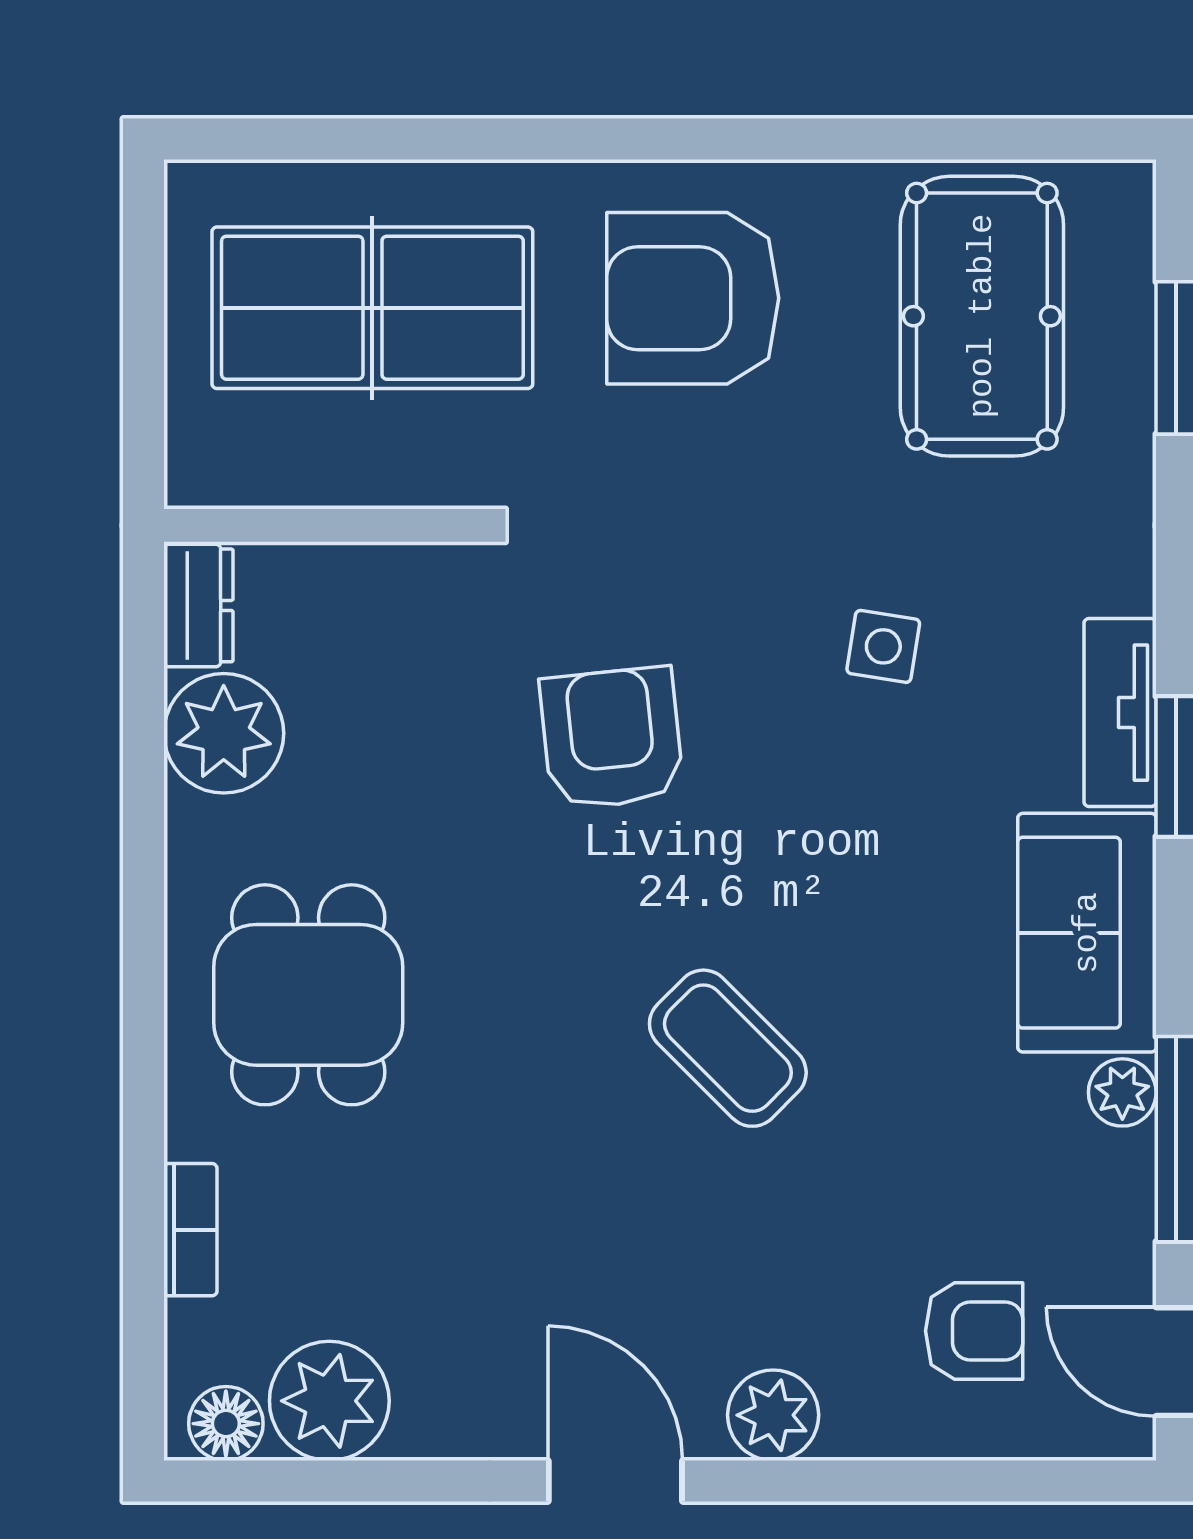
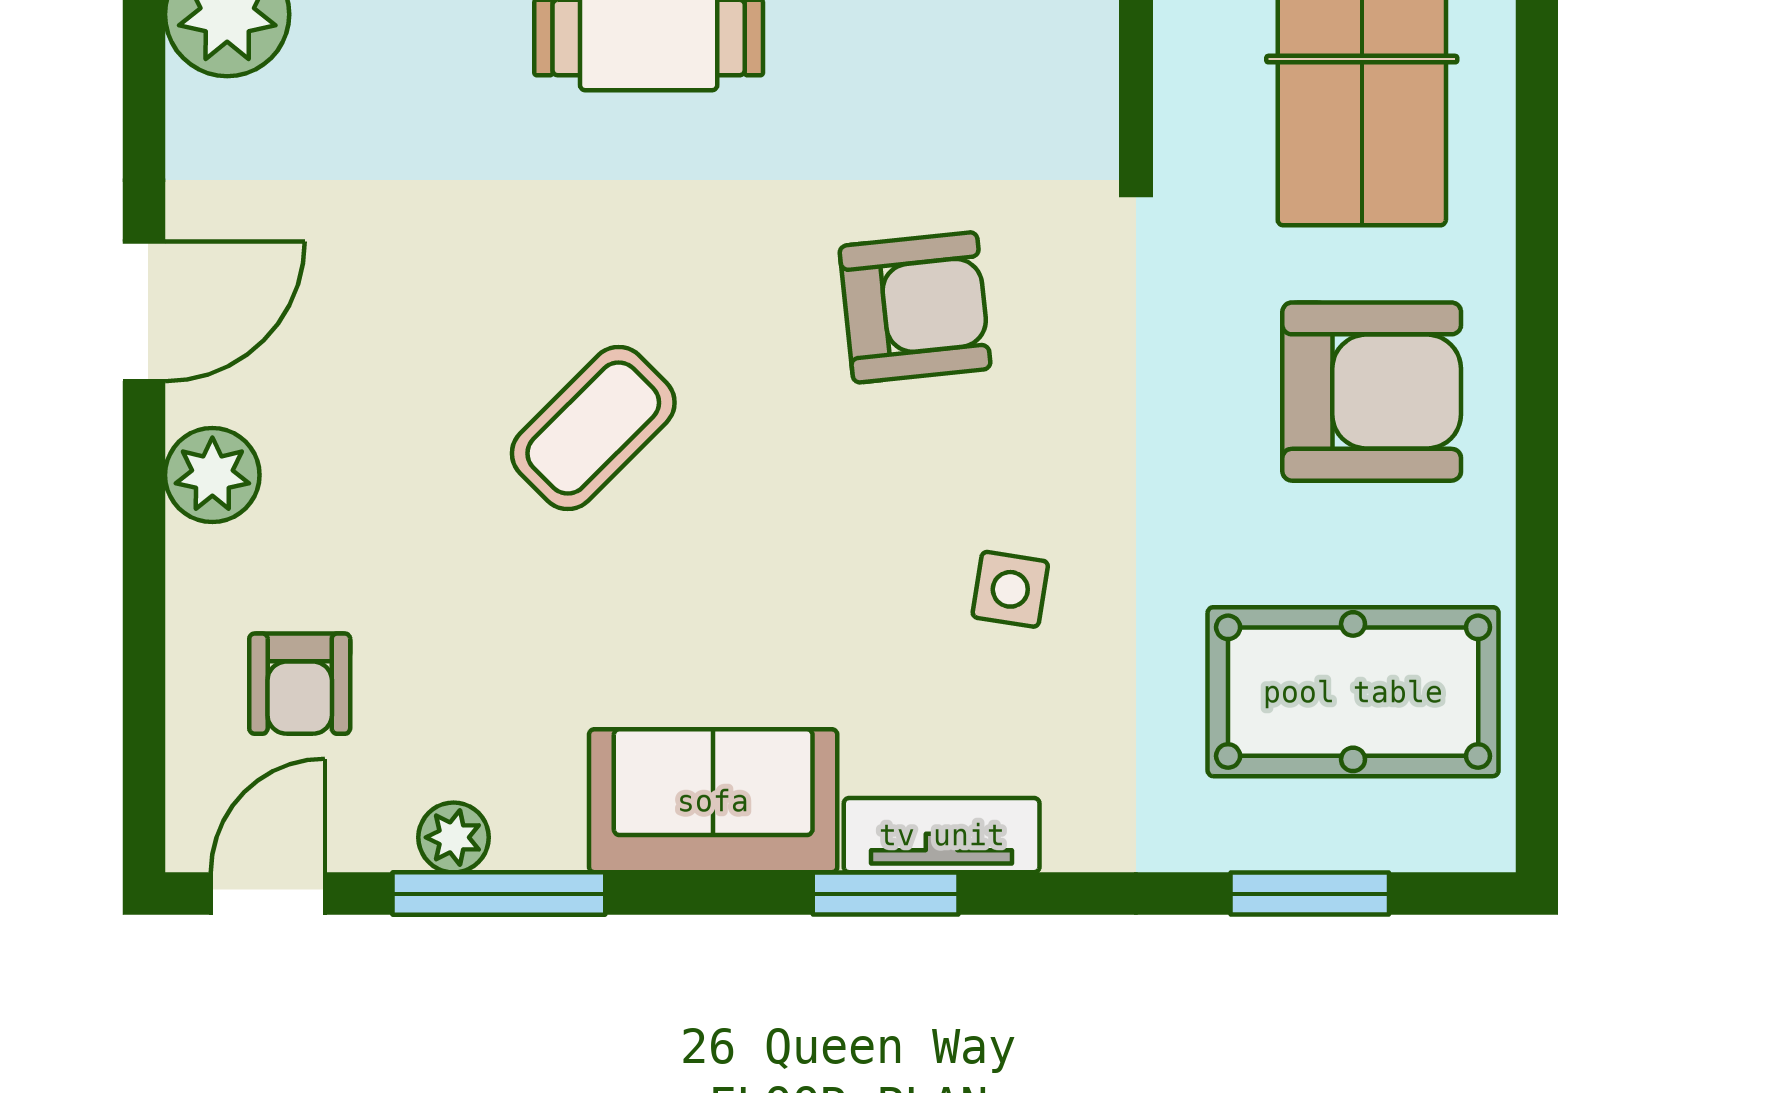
armchair: (693, 298) -> (1372, 392), turned 90
plant: (1122, 1092) -> (454, 837), moved

